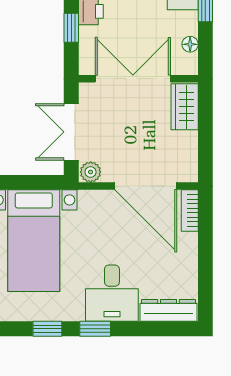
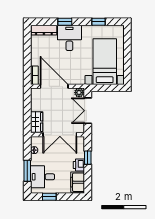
double door: (71, 132) -> (88, 111), swing flipped
window: (95, 329) -> (65, 22), moved

